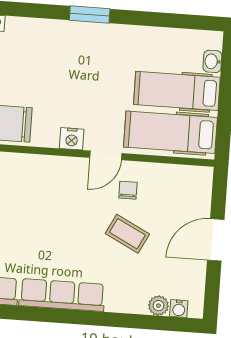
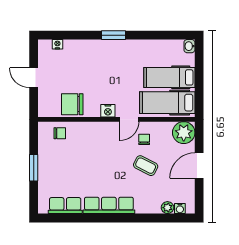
washbasin: (212, 61) -> (189, 46), moved
plant: (194, 184) -> (184, 133), added

